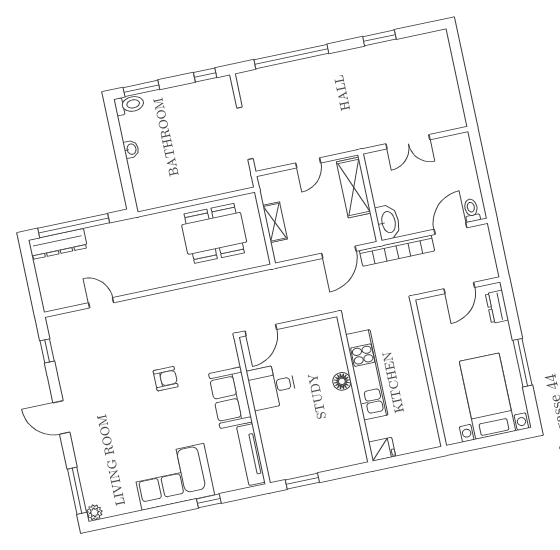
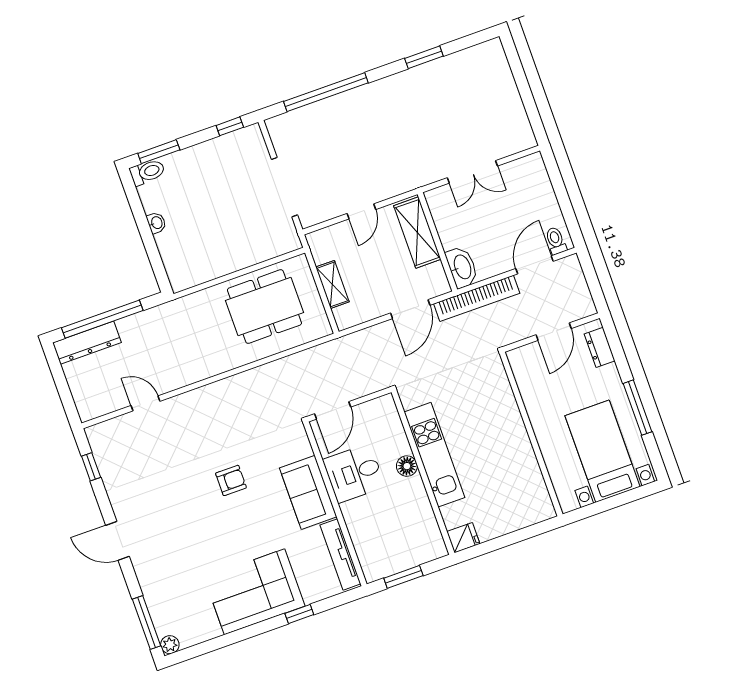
kitchen unit: (367, 375) -> (434, 455), moved
floor lamp: (342, 381) -> (407, 466), moved
wall: (355, 389) -> (423, 473), moved
fridge: (382, 449) -> (463, 538), moved

